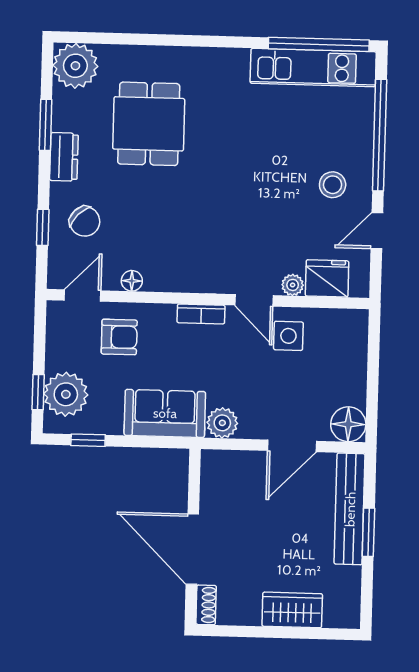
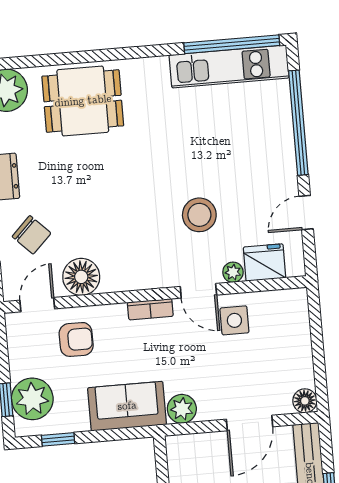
dining table: (149, 124) -> (83, 101), moved, turned 90
stool: (333, 185) -> (199, 215), moved, width x1.38, depth x1.38
floor lamp: (132, 281) -> (81, 277), width x1.89, depth x1.89
floor lamp: (348, 424) -> (305, 401), width x0.73, depth x0.73

